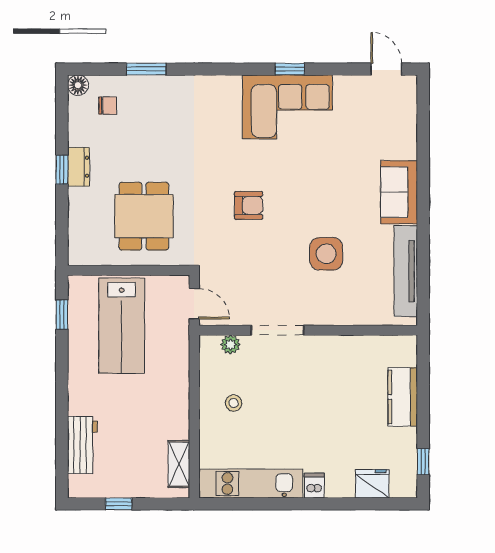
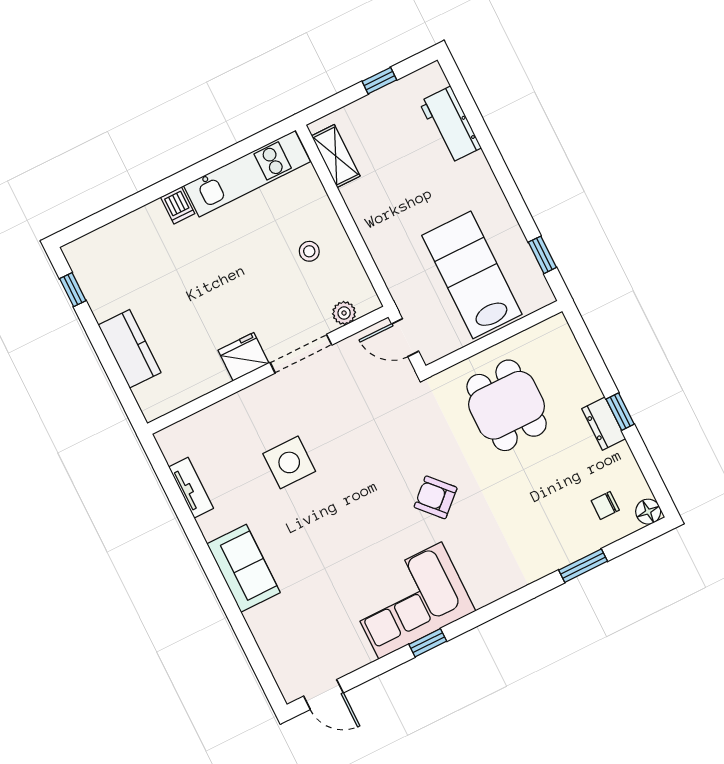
armchair: (249, 205) -> (436, 497), moved, turned 47
tv unit: (406, 271) -> (191, 488), width x0.52, depth x0.78
fridge: (372, 484) -> (243, 357), moved, turned 180

